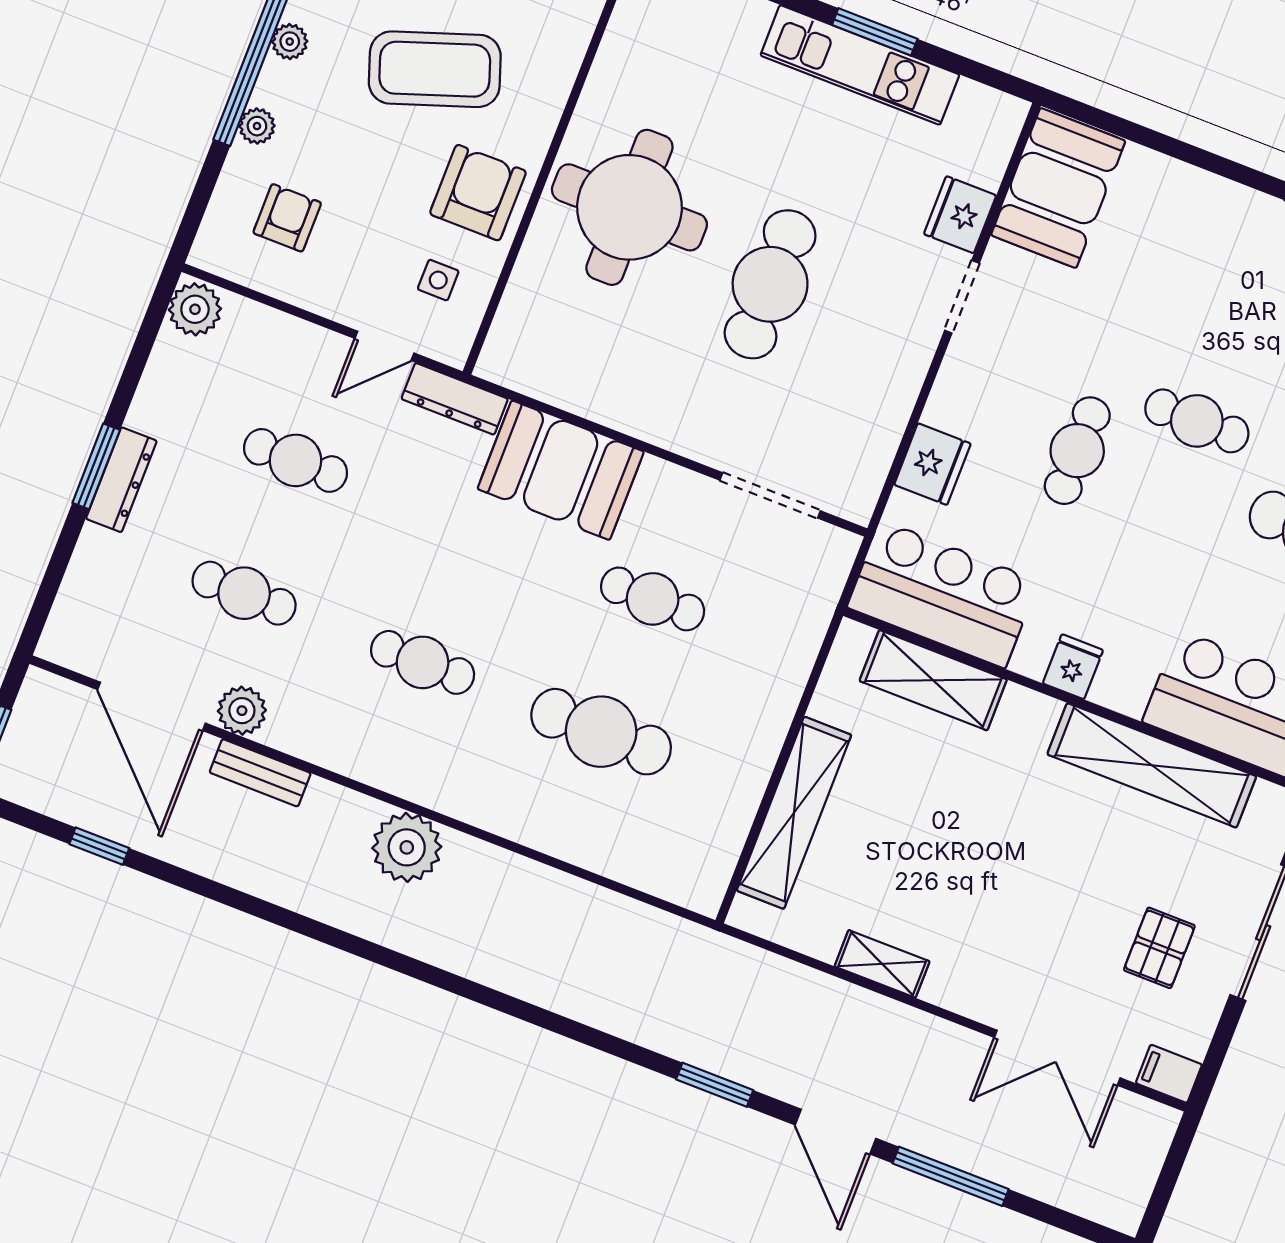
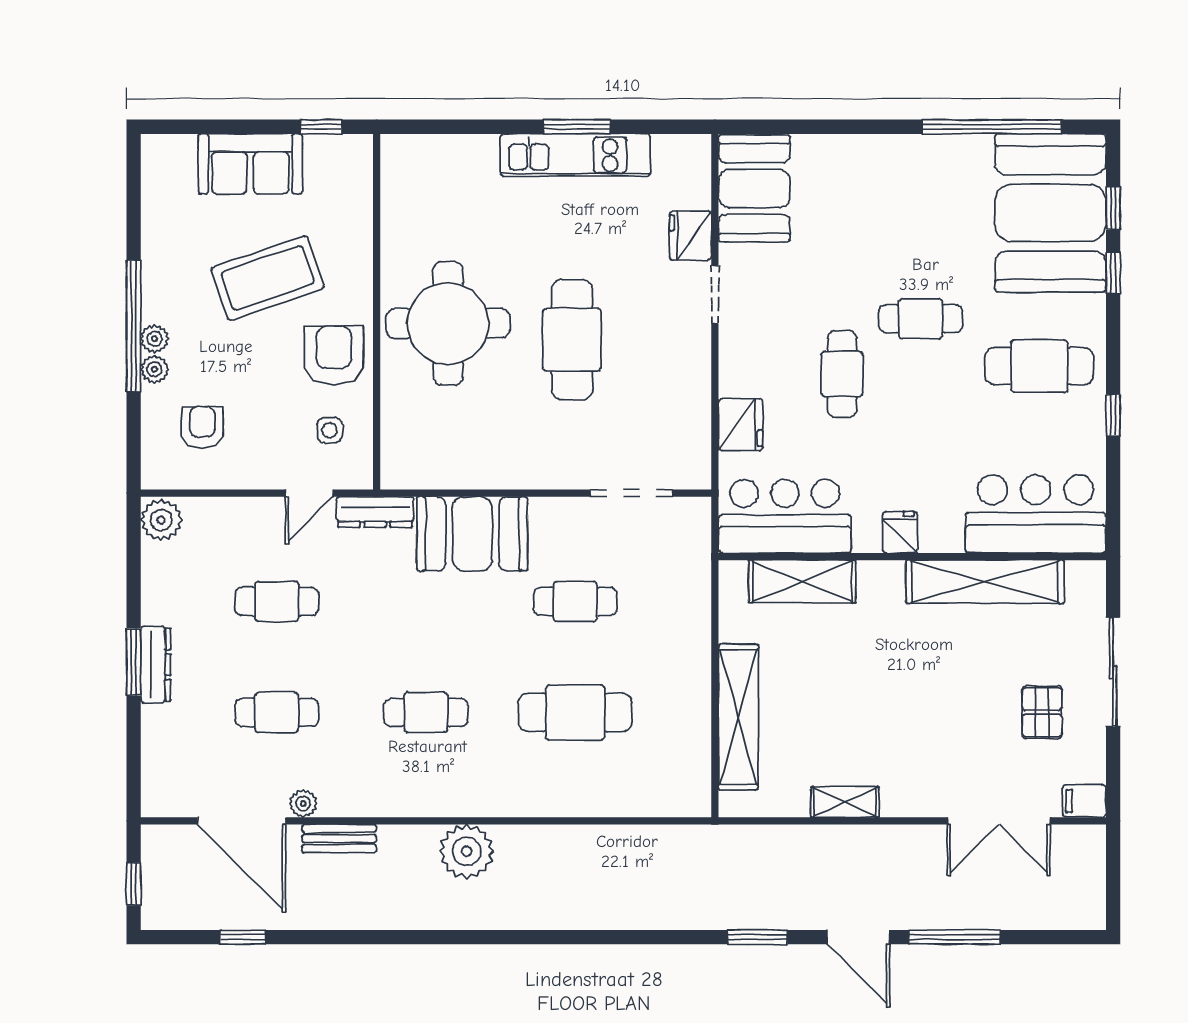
plant: (290, 42) -> (154, 339), moved
plant: (242, 711) -> (303, 804), width x0.73, depth x0.73

